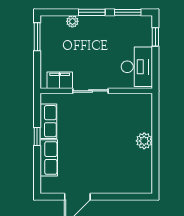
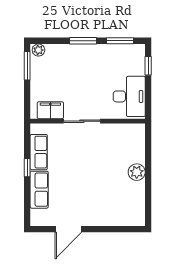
plant: (72, 21) -> (38, 50), moved

